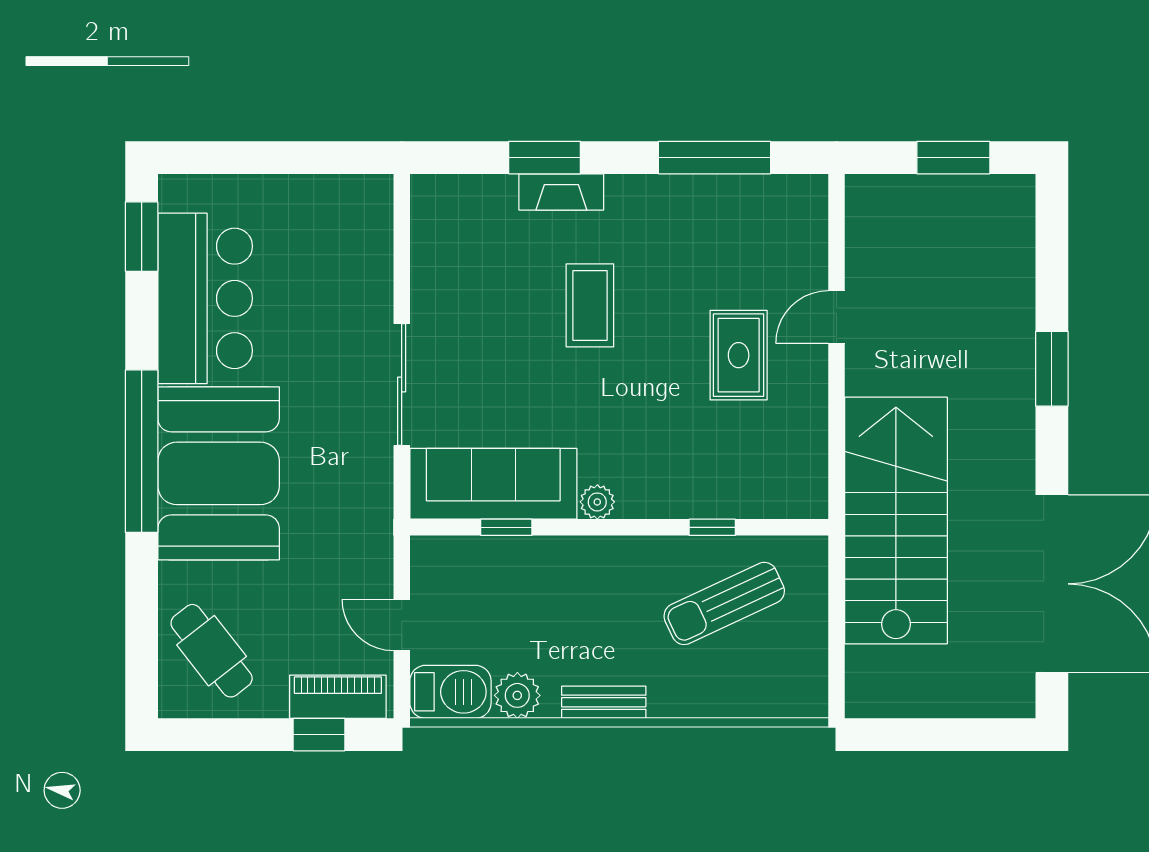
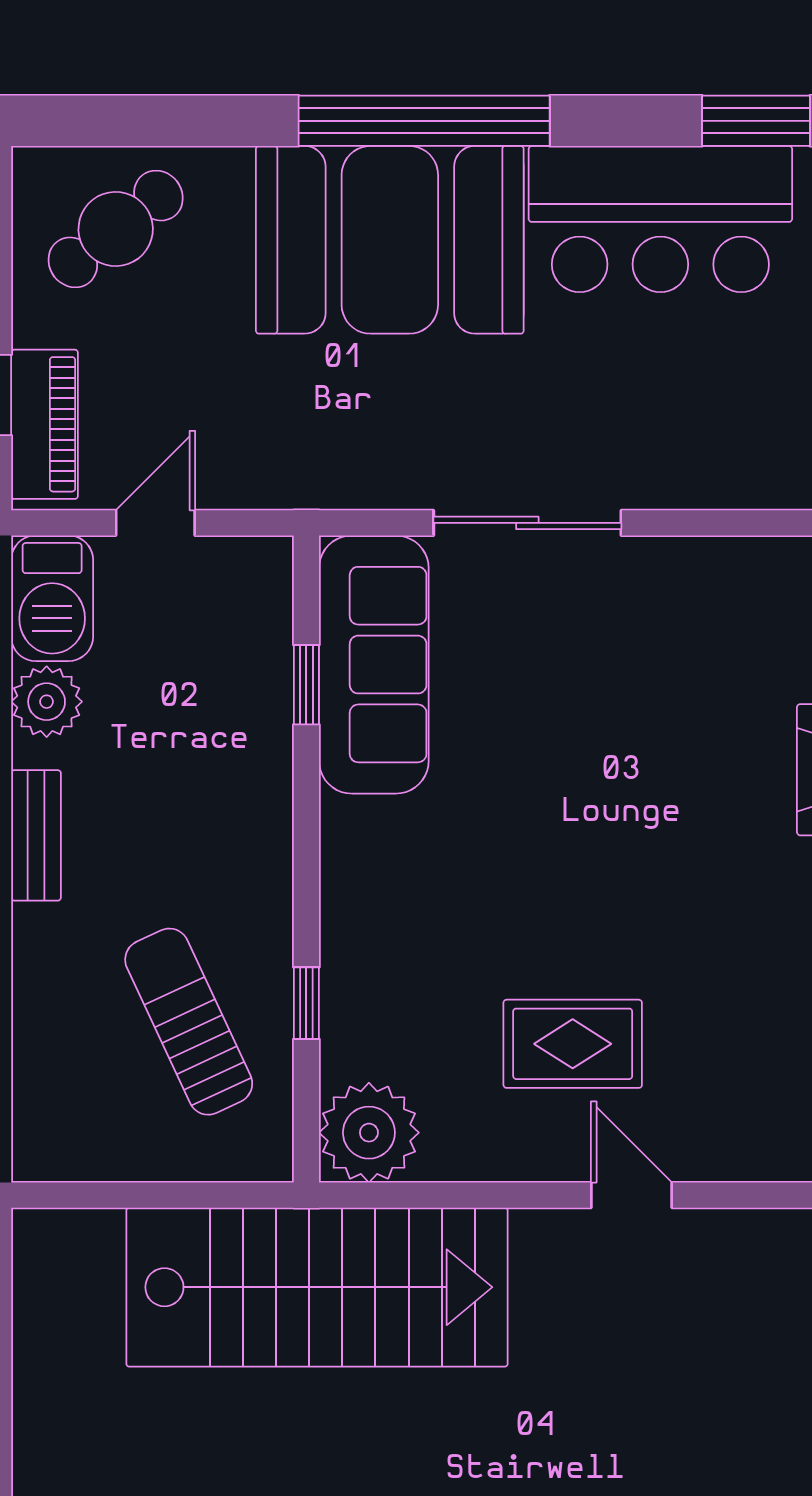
coffee table: (590, 305) -> (650, 814), removed
plant: (597, 502) -> (369, 1133), moved, width x1.88, depth x1.88

